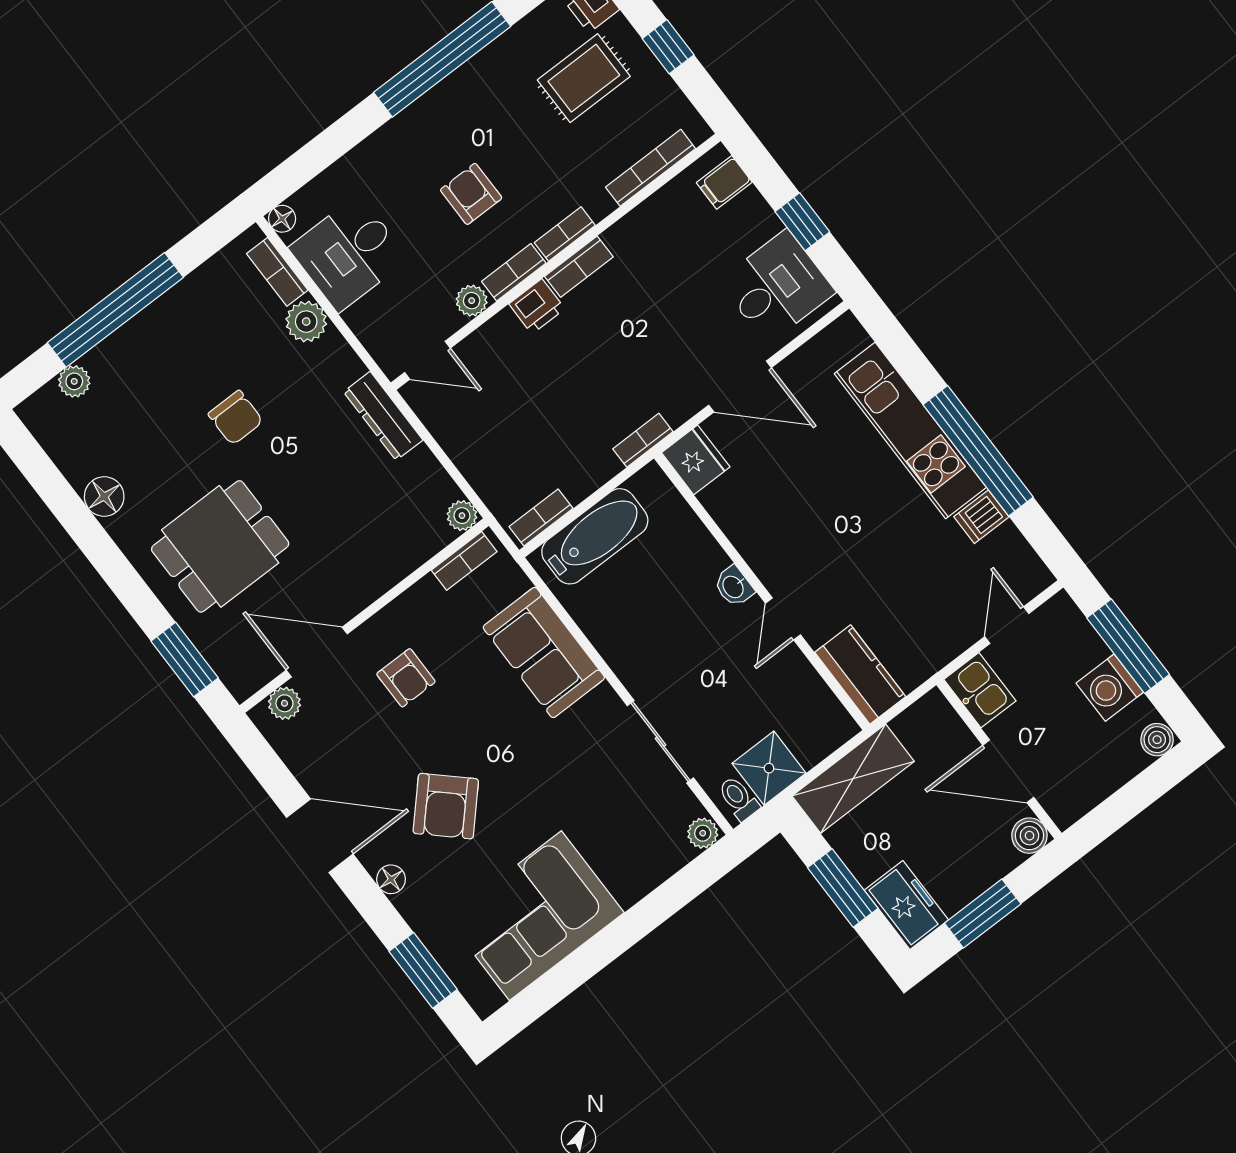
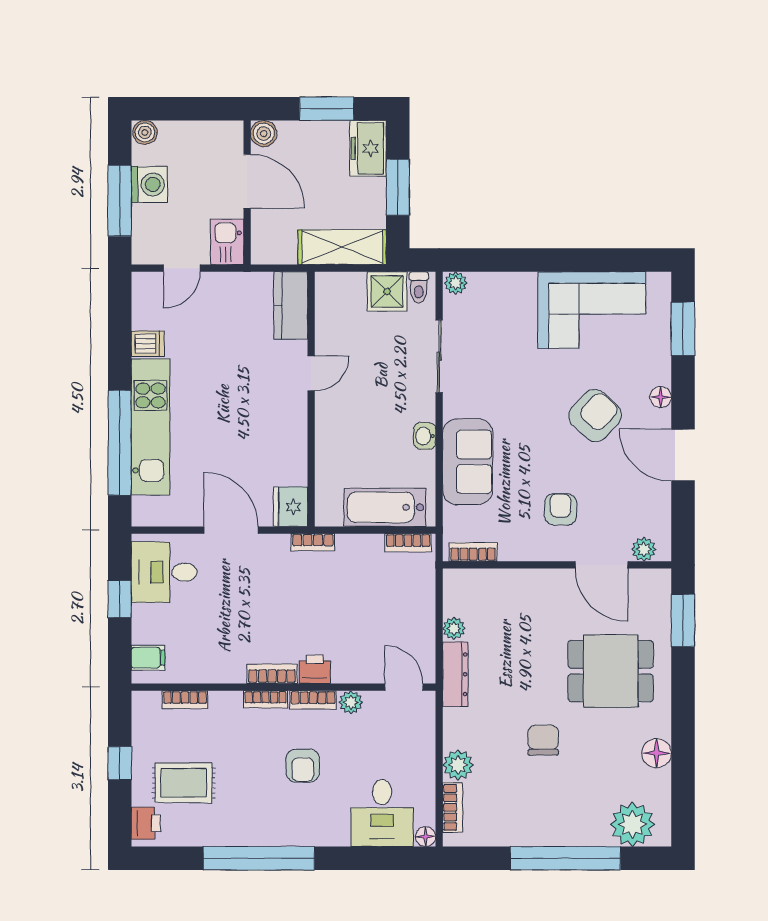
bookcase: (650, 168) -> (185, 700), width x0.64
desk: (349, 253) -> (382, 813), moved, turned 90
plant: (74, 381) -> (632, 824), width x1.88, depth x1.88
window: (978, 451) -> (120, 443), moved
plant: (462, 516) -> (454, 628), moved
washbasin: (734, 586) -> (425, 436), moved, turned 180

